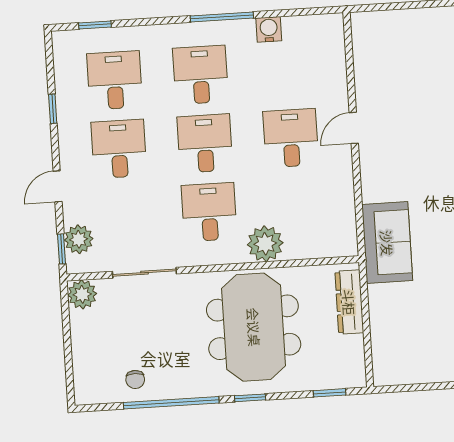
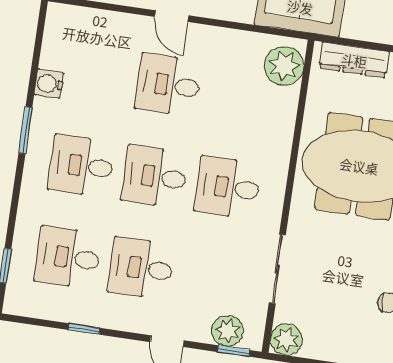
window: (222, 17) -> (25, 130), width x0.69
plant: (265, 244) -> (284, 66), moved

